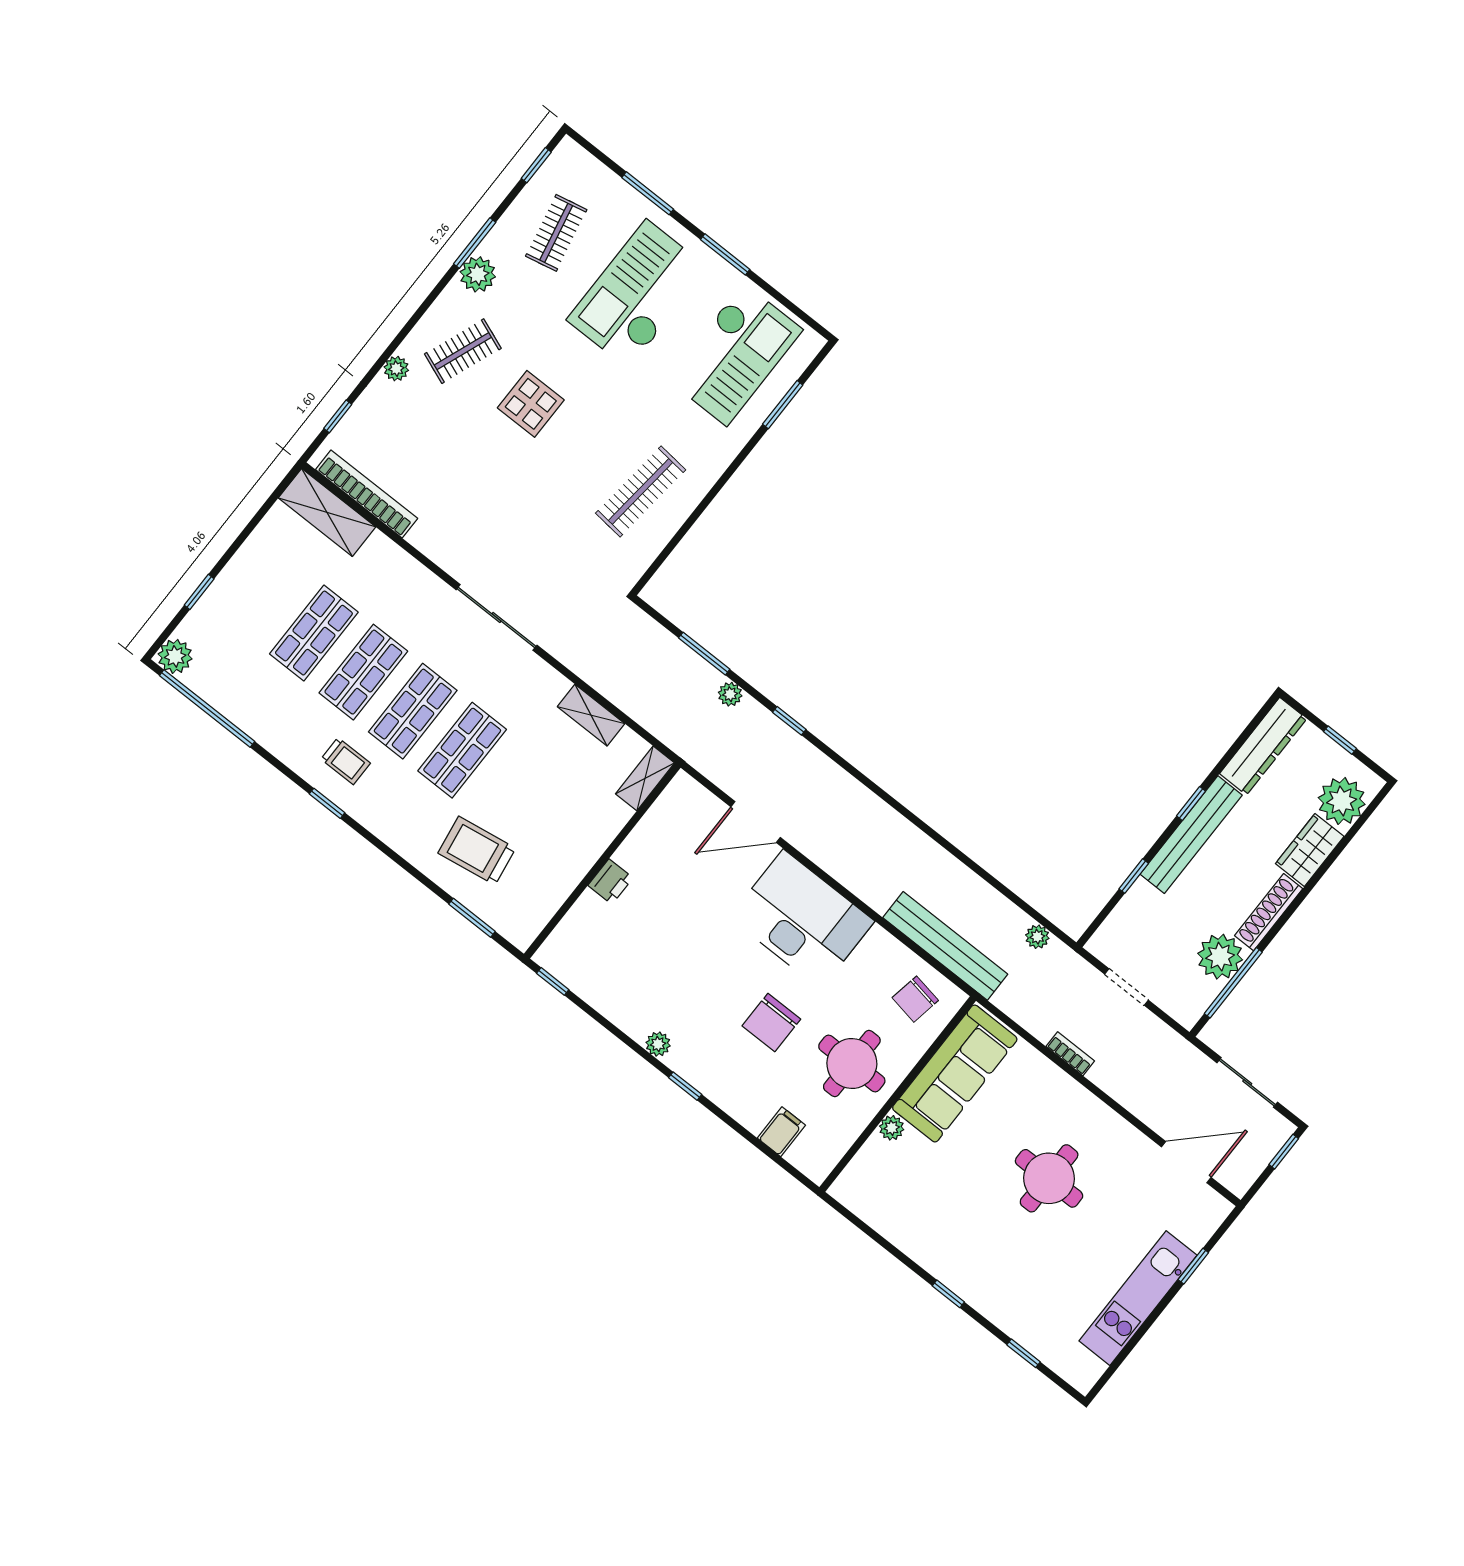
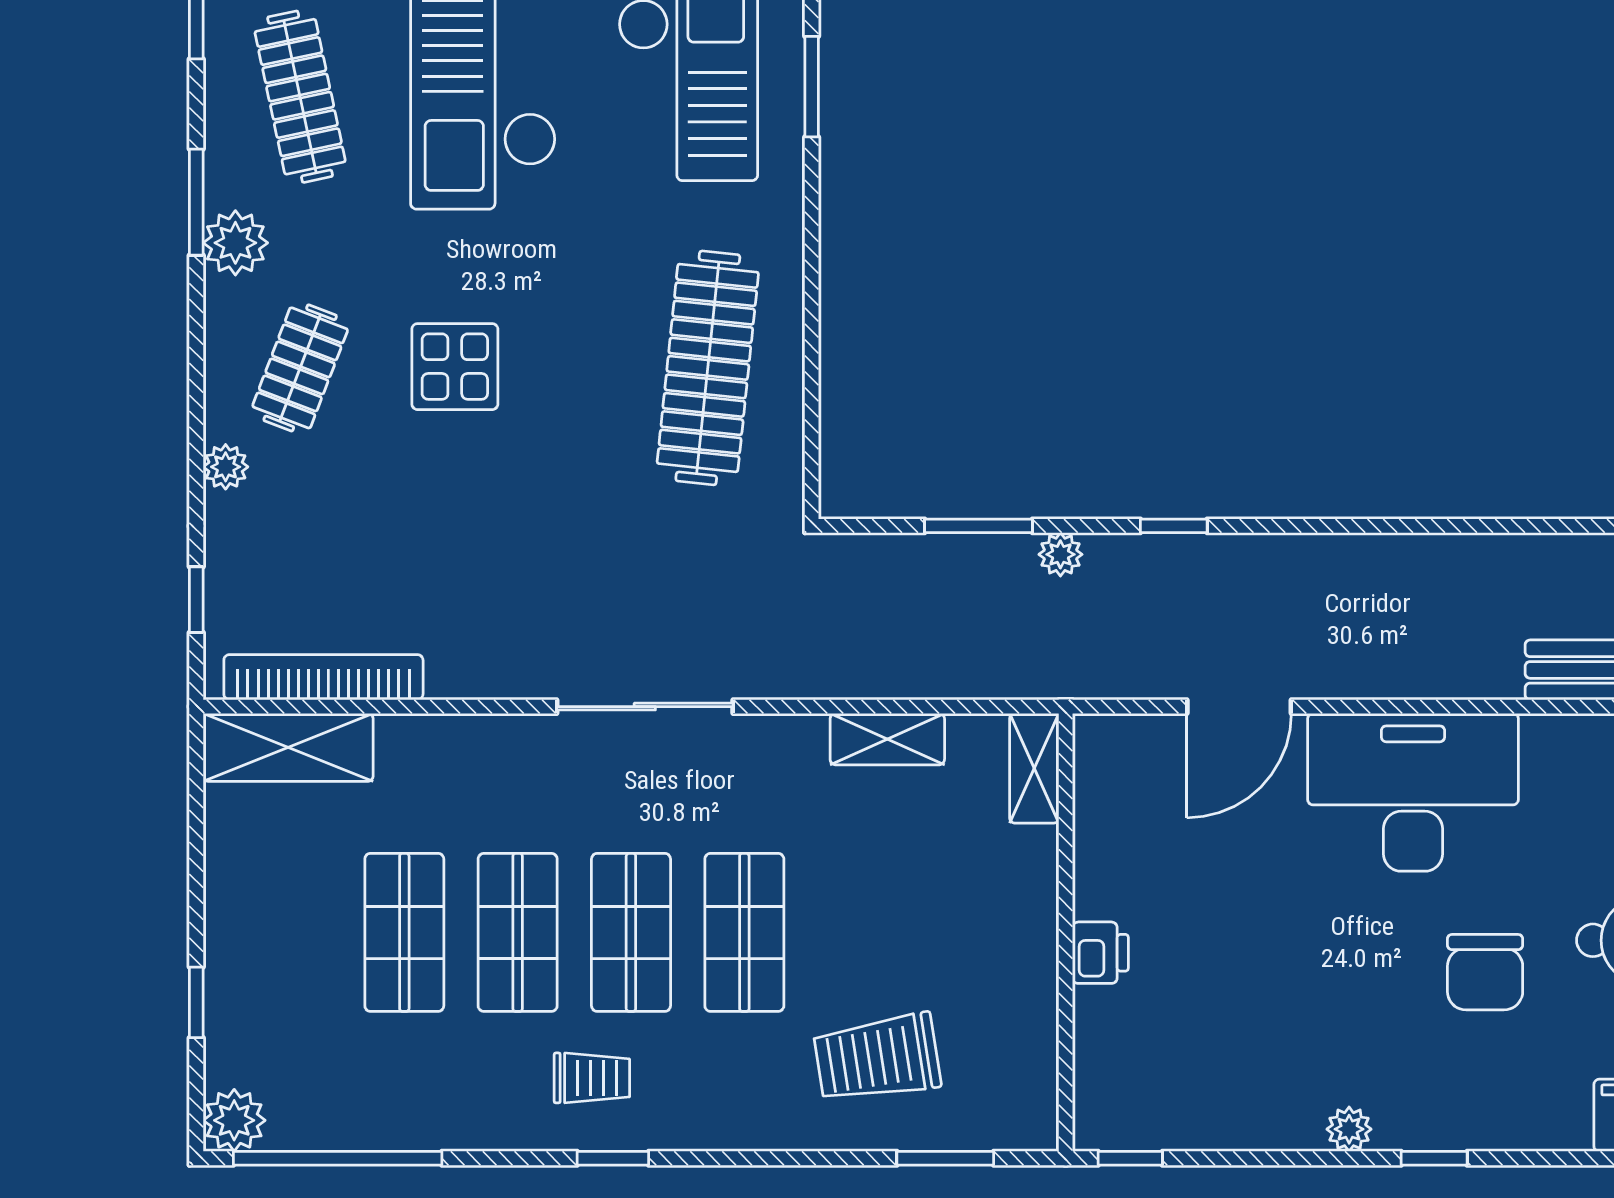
clothes rail: (556, 233) -> (300, 97), width x1.36
clothes rail: (641, 491) -> (708, 368), width x1.37, depth x1.31

